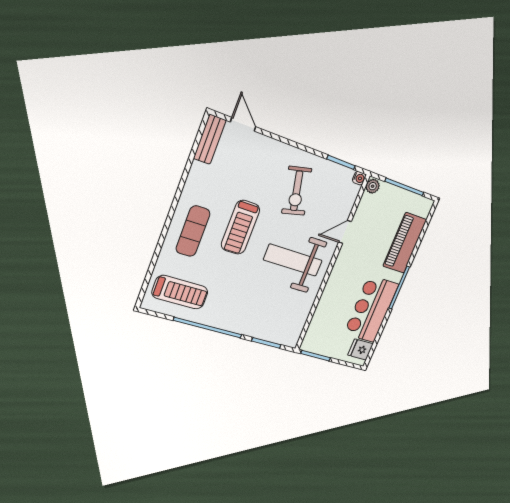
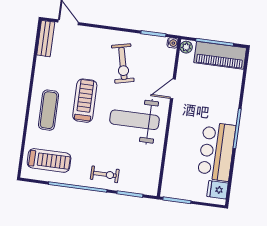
treadmill: (240, 227) -> (85, 101), turned 180
piano: (405, 243) -> (220, 55), moved, turned -90
exercise bike: (243, 317) -> (105, 174), added

